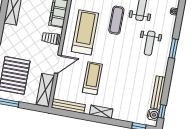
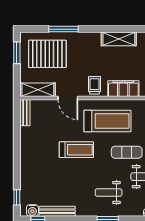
treadmill: (92, 78) -> (76, 150), moved
bench: (68, 106) -> (25, 113), width x0.73
shelving: (101, 112) -> (25, 154), removed

